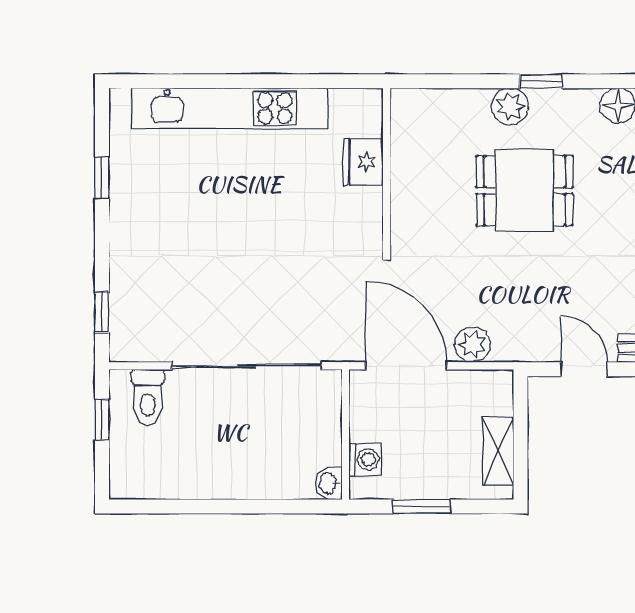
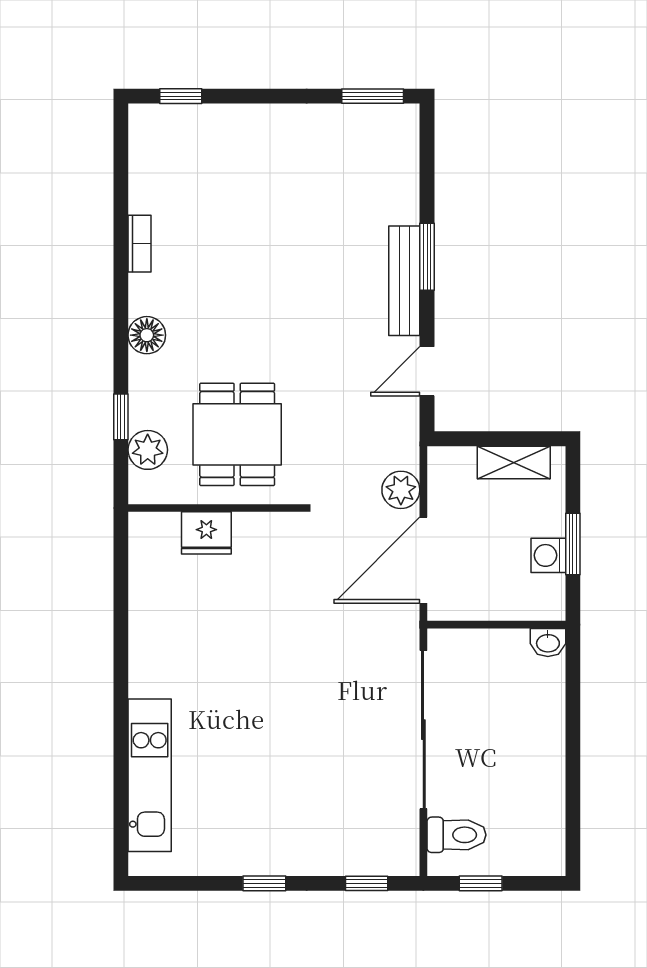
kitchen unit: (230, 108) -> (150, 775), width x0.73
fridge: (363, 162) -> (206, 533), moved
wall: (387, 170) -> (216, 508), moved
window: (102, 178) -> (264, 883), moved
washing machine: (365, 459) -> (548, 555), moved, turned -90

